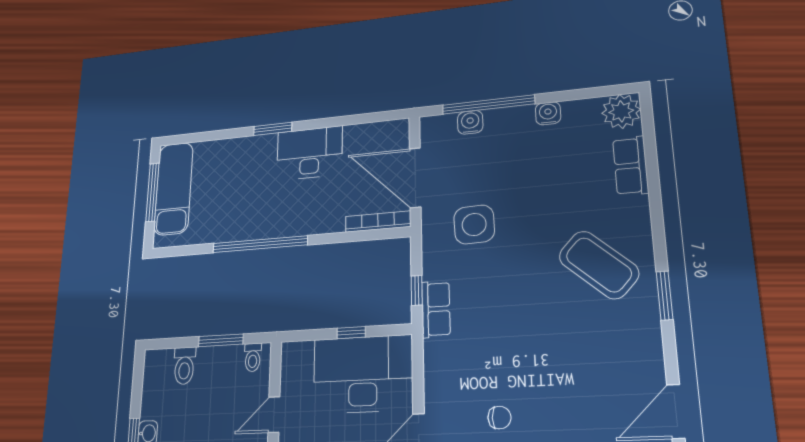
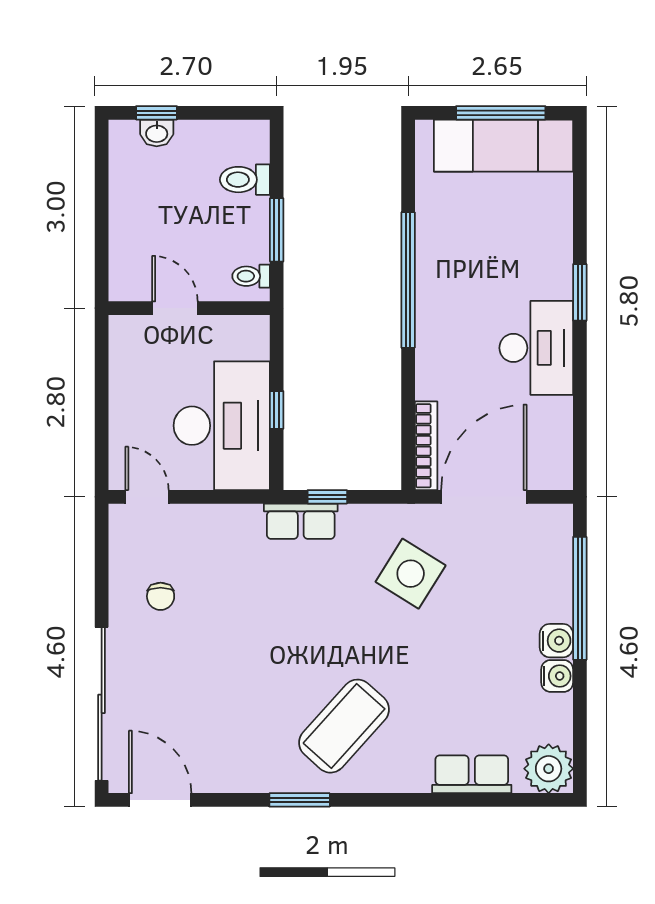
water cooler: (470, 122) -> (556, 641), moved
side table: (474, 224) -> (411, 574), turned 34

